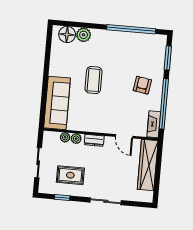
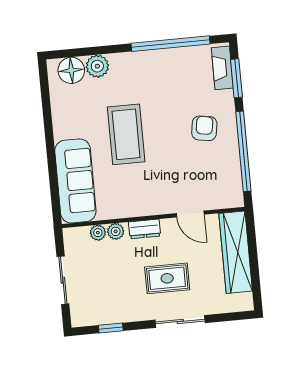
coffee table: (94, 80) -> (126, 134), width x1.36, depth x1.32
fireplace: (154, 124) -> (222, 68), moved
rug: (70, 175) -> (167, 278), moved

